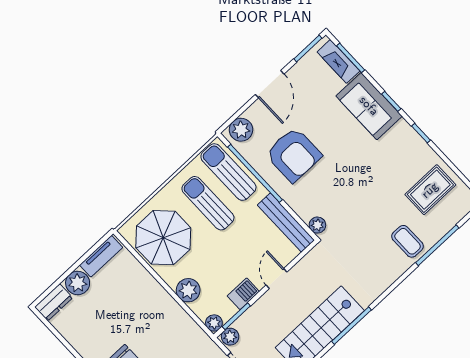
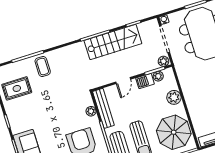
plant: (317, 225) -> (91, 111), moved
plant: (214, 323) -> (158, 76), moved

